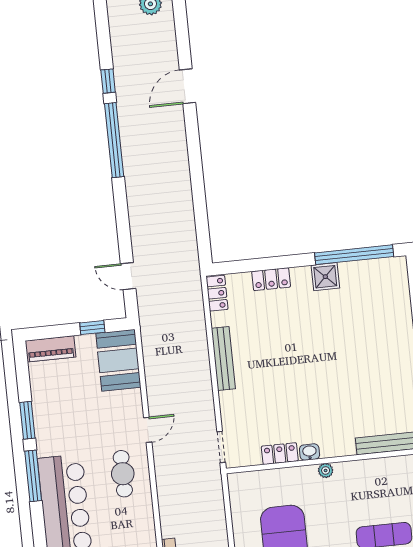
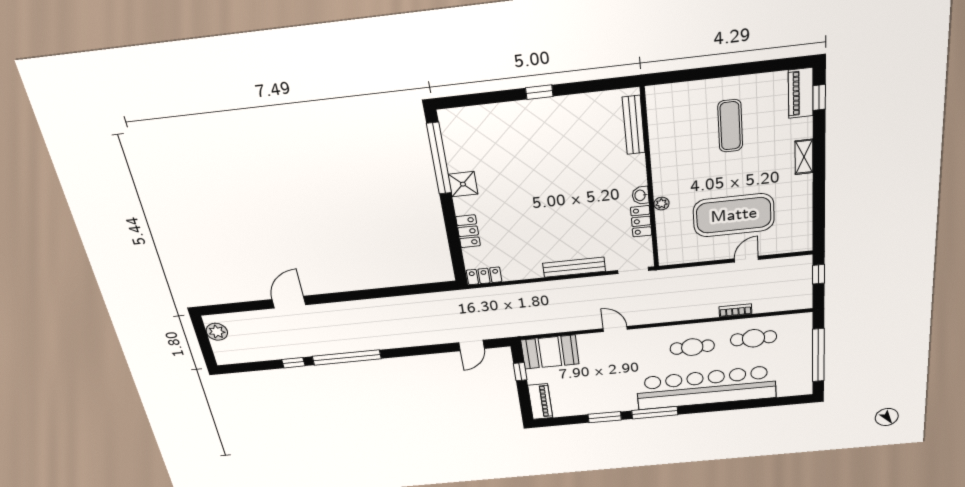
door: (188, 86) -> (289, 302), swing flipped
bench: (223, 359) -> (574, 267), moved
plant: (326, 470) -> (661, 204), moved
cafe table: (123, 474) -> (692, 347), moved

